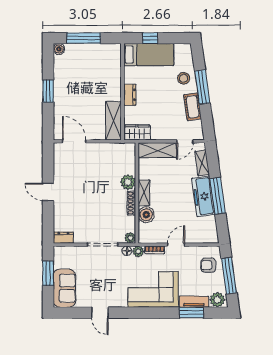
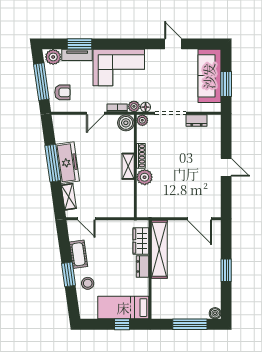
window: (202, 87) -> (69, 274), width x0.69
shelving: (113, 121) -> (159, 249), width x1.47
wardrobe: (137, 132) -> (141, 241), moved, turned 90
door: (185, 141) -> (87, 219), swing flipped
shelving: (157, 150) -> (115, 210), removed
boiler: (146, 215) -> (126, 123), moved
dresser: (63, 238) -> (196, 120), moved
sofa: (64, 288) -> (209, 76), width x1.36

